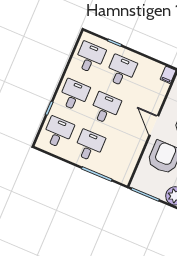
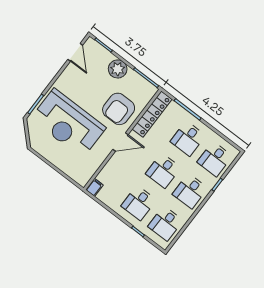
door: (154, 125) -> (121, 142), hinge flipped
locker: (130, 161) -> (152, 114), added

